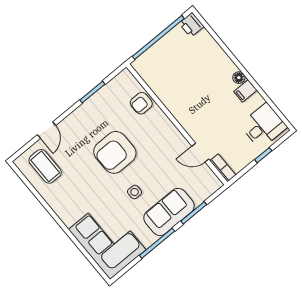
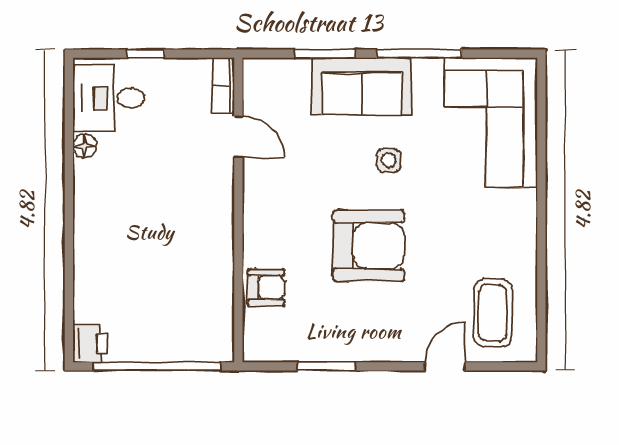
floor lamp: (239, 78) -> (85, 146), moved
filing cabinet: (245, 91) -> (91, 174), removed

